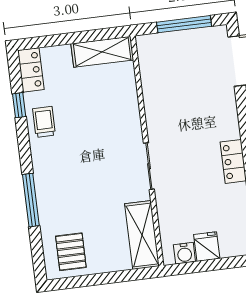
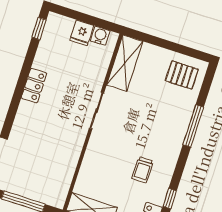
trolley: (44, 122) -> (143, 170), moved
pallet: (71, 252) -> (182, 75), turned 90

